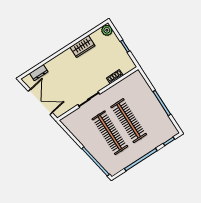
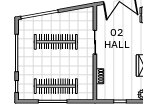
clothes rail: (129, 121) -> (56, 86), moved

